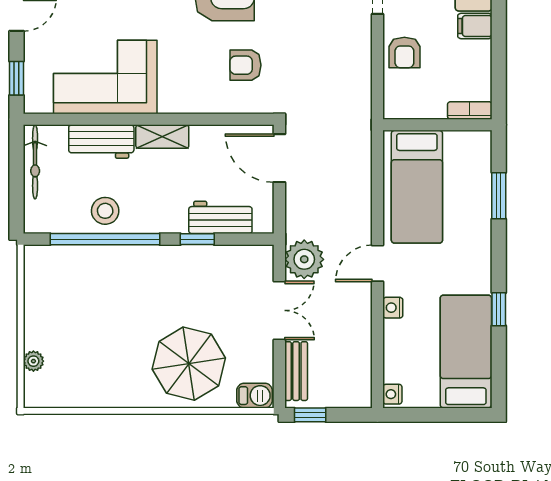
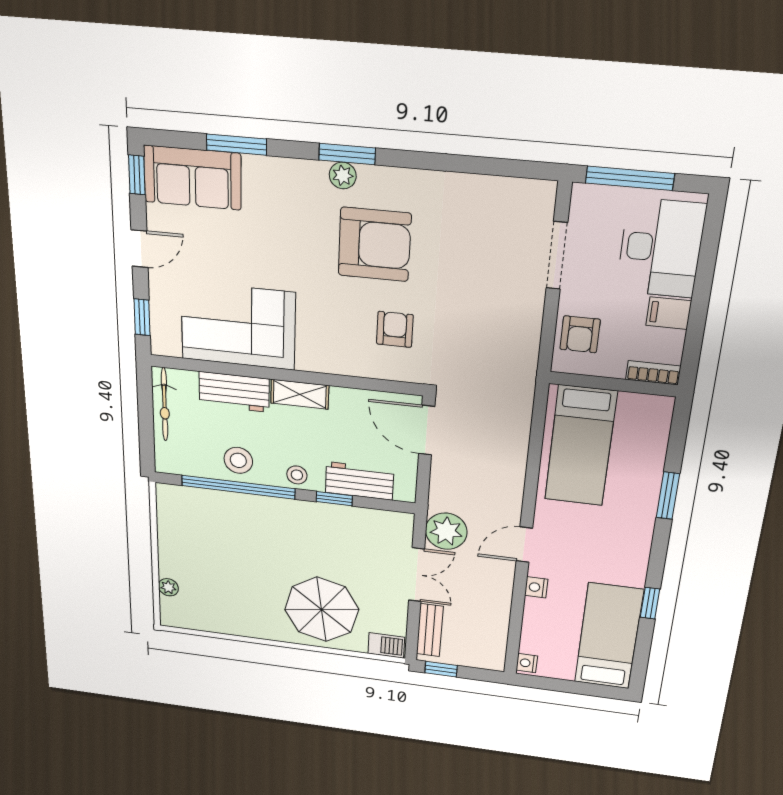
armchair: (245, 65) -> (395, 329), turned 90
bookcase: (470, 110) -> (653, 373), moved
wall: (437, 125) -> (613, 384), moved
bed: (417, 187) -> (581, 446), moved
stool: (161, 219) -> (297, 475), added

